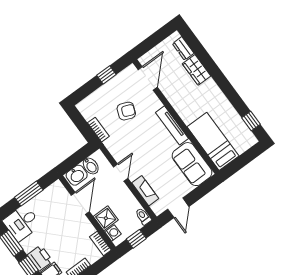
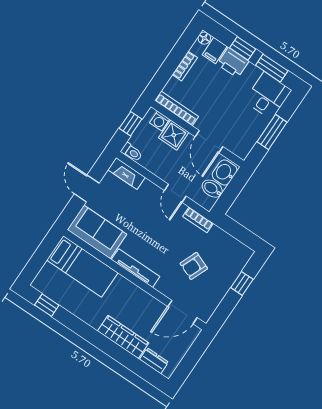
wardrobe: (197, 70) -> (123, 337), width x1.50
window: (106, 75) -> (242, 283), moved
door: (148, 78) -> (182, 312), hinge flipped
bookcase: (98, 130) -> (198, 220), moved
fireplace: (145, 191) -> (126, 174), moved
door: (178, 208) -> (87, 189), moved
bookcase: (100, 243) -> (177, 108), width x1.56

